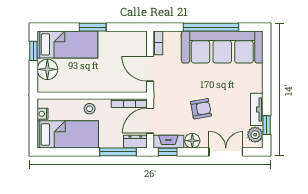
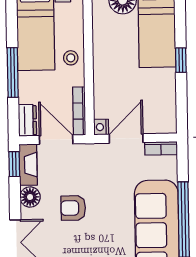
window: (93, 27) -> (181, 60), width x0.67
nightstand: (141, 87) -> (101, 127), added
armchair: (201, 109) -> (73, 208), turned 100
window: (118, 152) -> (13, 73), moved

